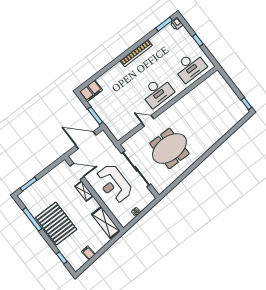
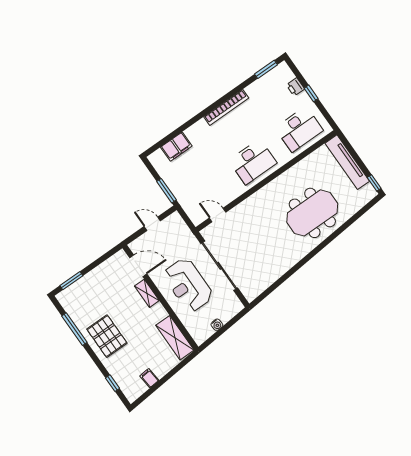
printer: (177, 24) -> (295, 87), moved
tv unit: (226, 89) -> (347, 162), added
filing cabinet: (91, 91) -> (176, 147), moved
door: (148, 121) -> (218, 215), moved
door: (86, 140) -> (152, 224), width x0.53
meeting table: (169, 148) -> (312, 213), moved
pallet: (56, 224) -> (107, 336), width x0.73, depth x0.71

